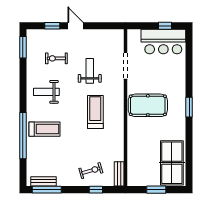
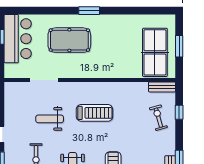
pool table: (148, 105) -> (69, 40), moved, turned 90
treadmill: (95, 112) -> (95, 113), turned 180
table tennis table: (172, 163) -> (155, 52), moved, turned 90

